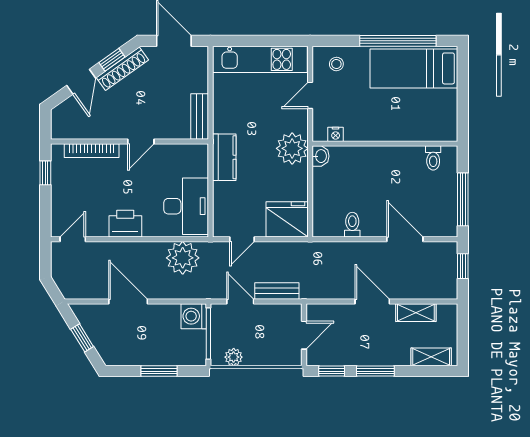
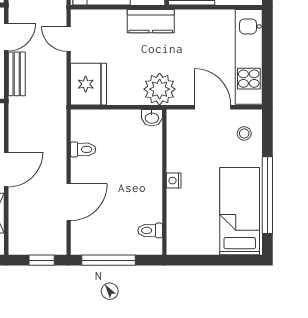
door: (310, 95) -> (213, 107), width x1.38
nightstand: (336, 134) -> (174, 181), moved

